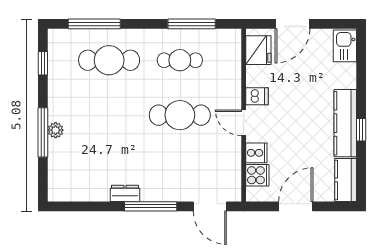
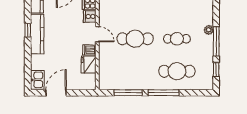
window: (94, 24) -> (164, 93), moved
door: (292, 24) -> (56, 93), moved
fridge: (258, 50) -> (89, 65), moved
cafe table: (180, 60) -> (177, 39), moved
window: (43, 132) -> (216, 41), moved

